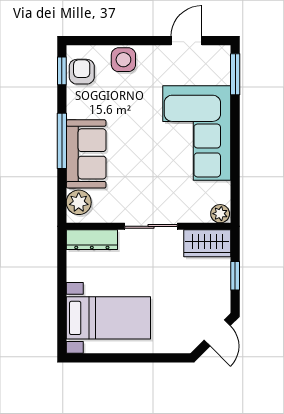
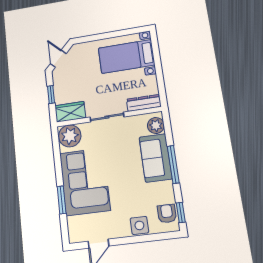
armchair: (82, 72) -> (167, 214), turned 180
window: (235, 74) -> (62, 200), moved
plant: (220, 214) -> (70, 136), width x1.88, depth x1.88

